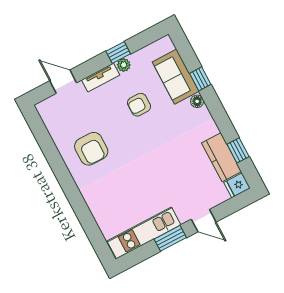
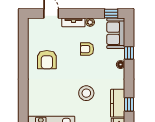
window: (118, 53) -> (111, 14), moved
sofa: (176, 77) -> (116, 33), moved
stool: (171, 166) -> (86, 93), added

